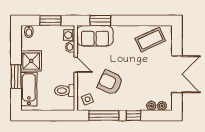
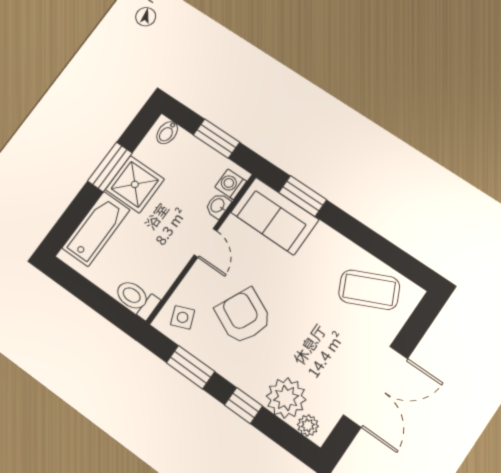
window: (16, 77) -> (110, 167), moved
toilet: (65, 91) -> (136, 299), moved
plant: (151, 106) -> (286, 398), width x1.87, depth x1.87
window: (104, 115) -> (191, 367), width x0.69

